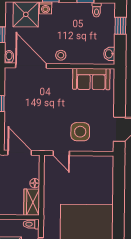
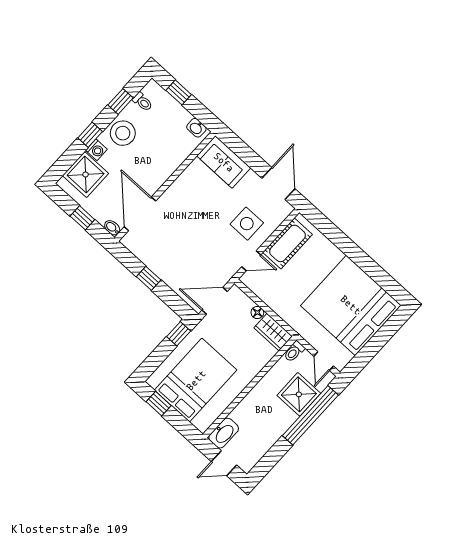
stool: (61, 55) -> (123, 133), moved, width x1.89, depth x1.89
door: (31, 66) -> (140, 214), hinge flipped
sofa: (91, 79) -> (224, 162), moved, turned 90
cot: (90, 165) -> (287, 243), added

